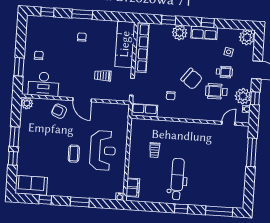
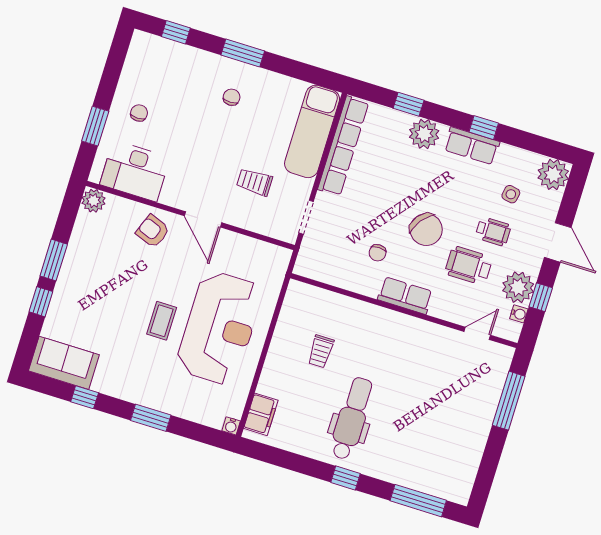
row of seats: (145, 110) -> (405, 296), moved
reception desk: (103, 150) -> (219, 328), width x1.36, depth x1.30

